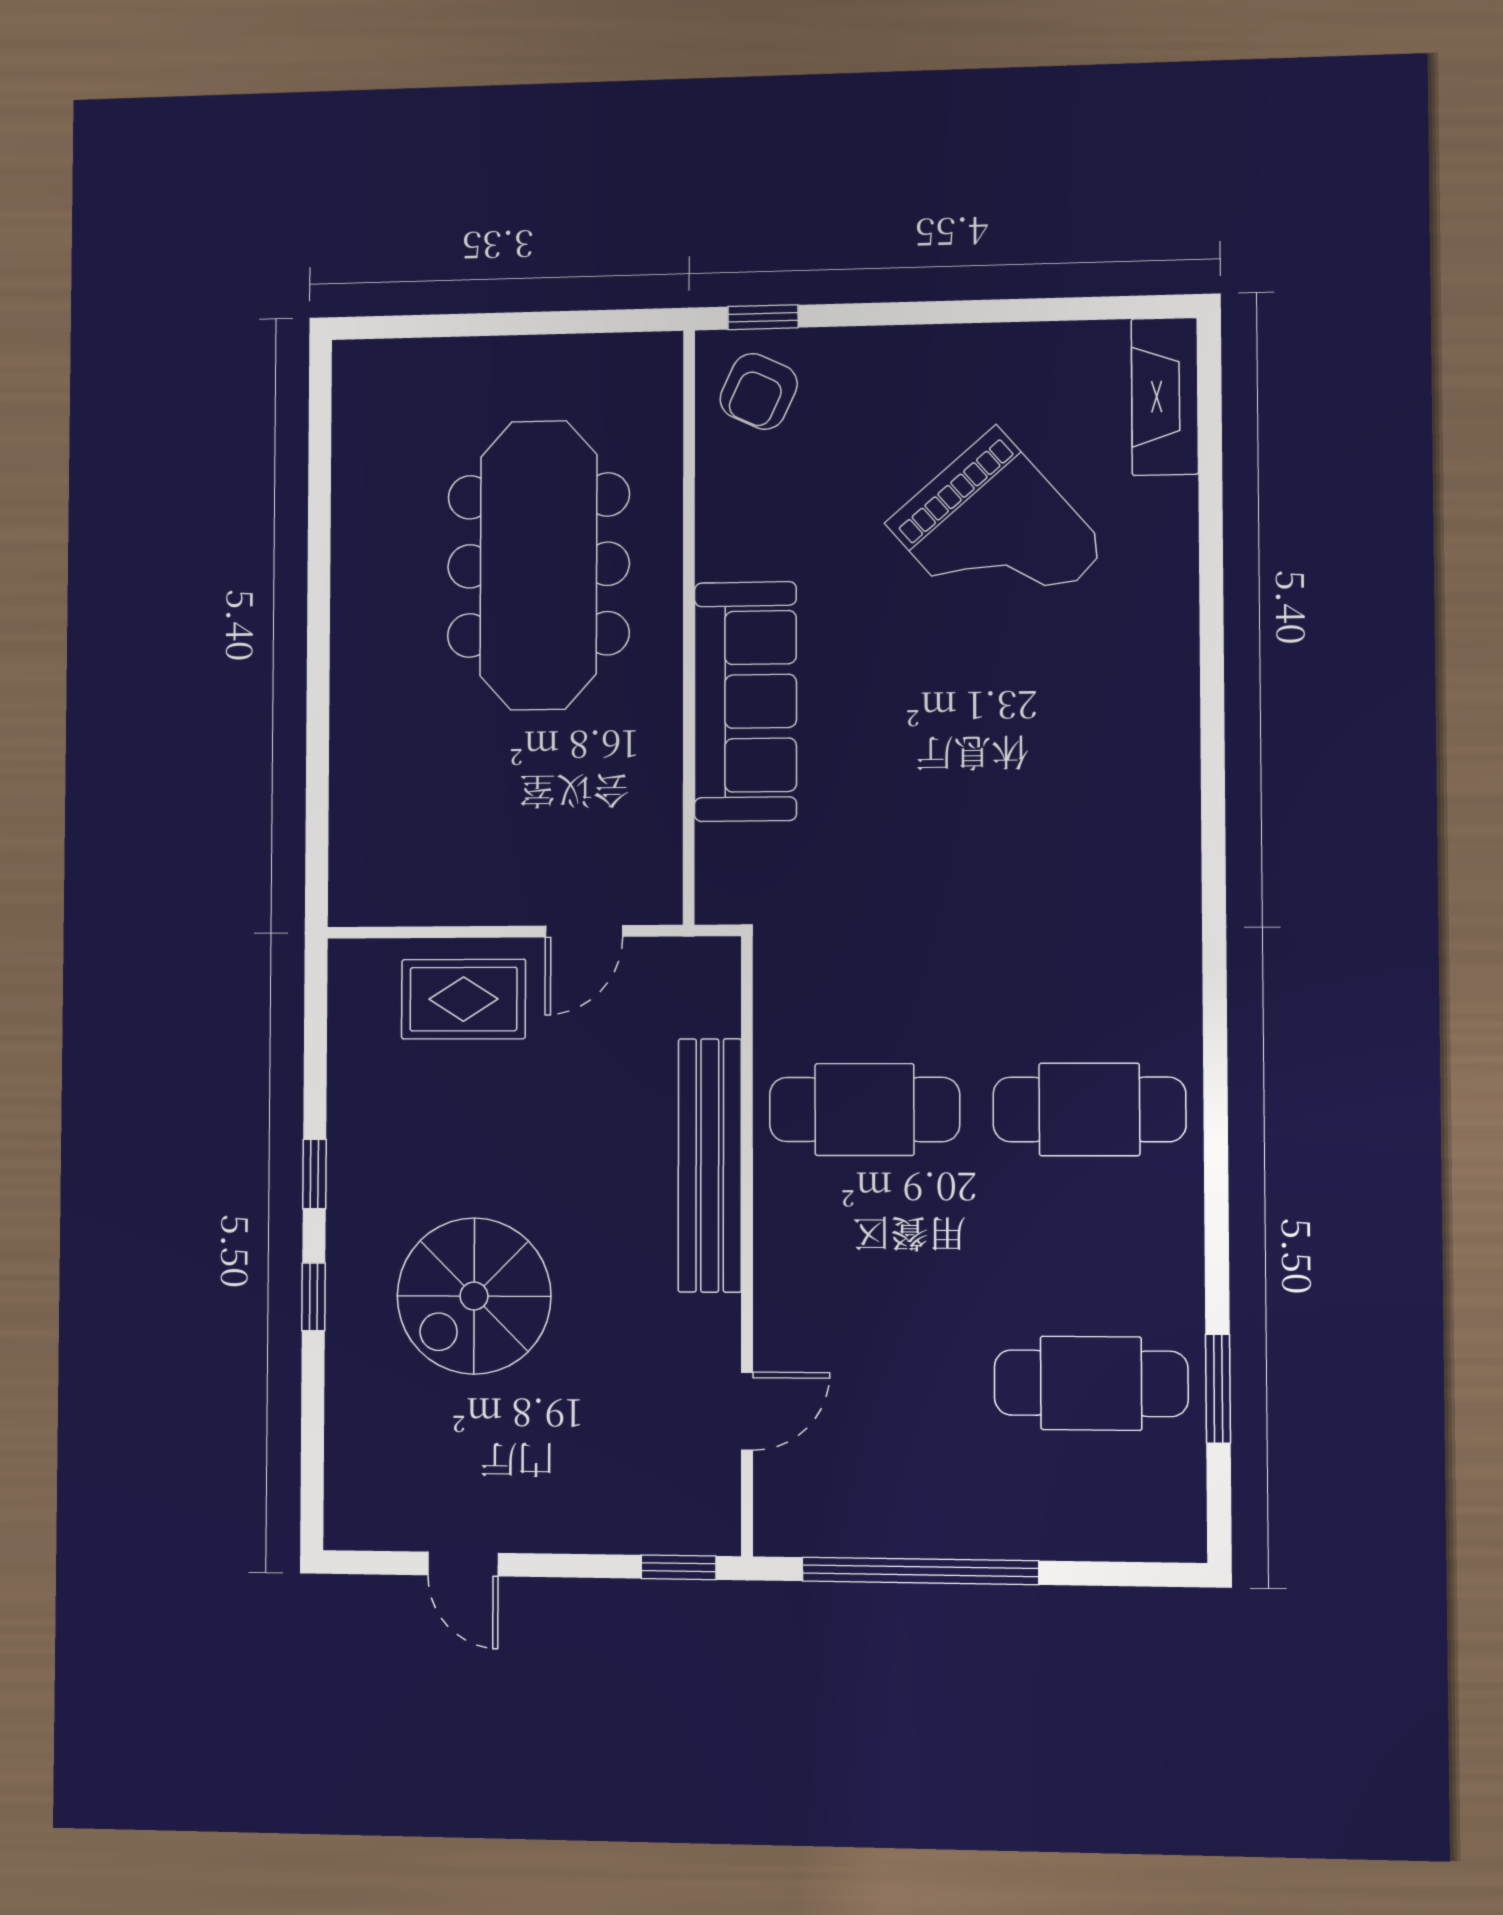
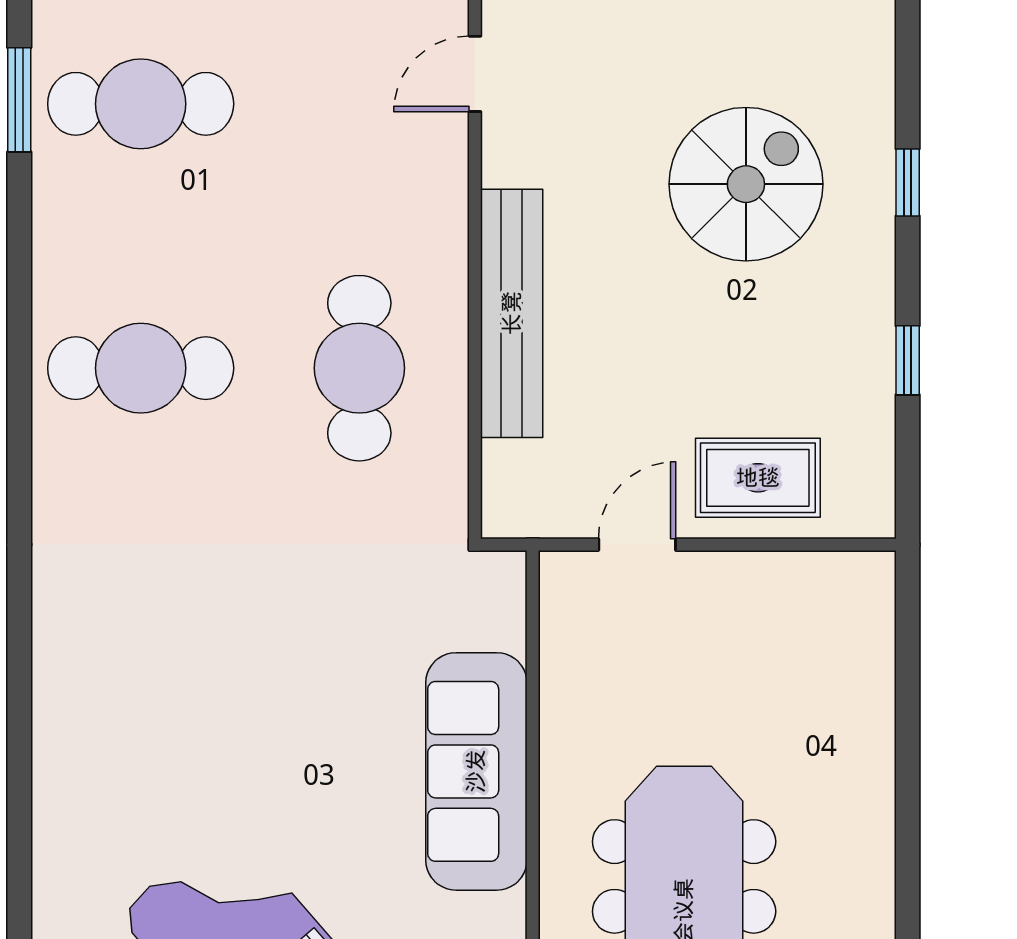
cafe table: (864, 1109) -> (359, 368), turned 90
window: (314, 1174) -> (908, 360), moved

